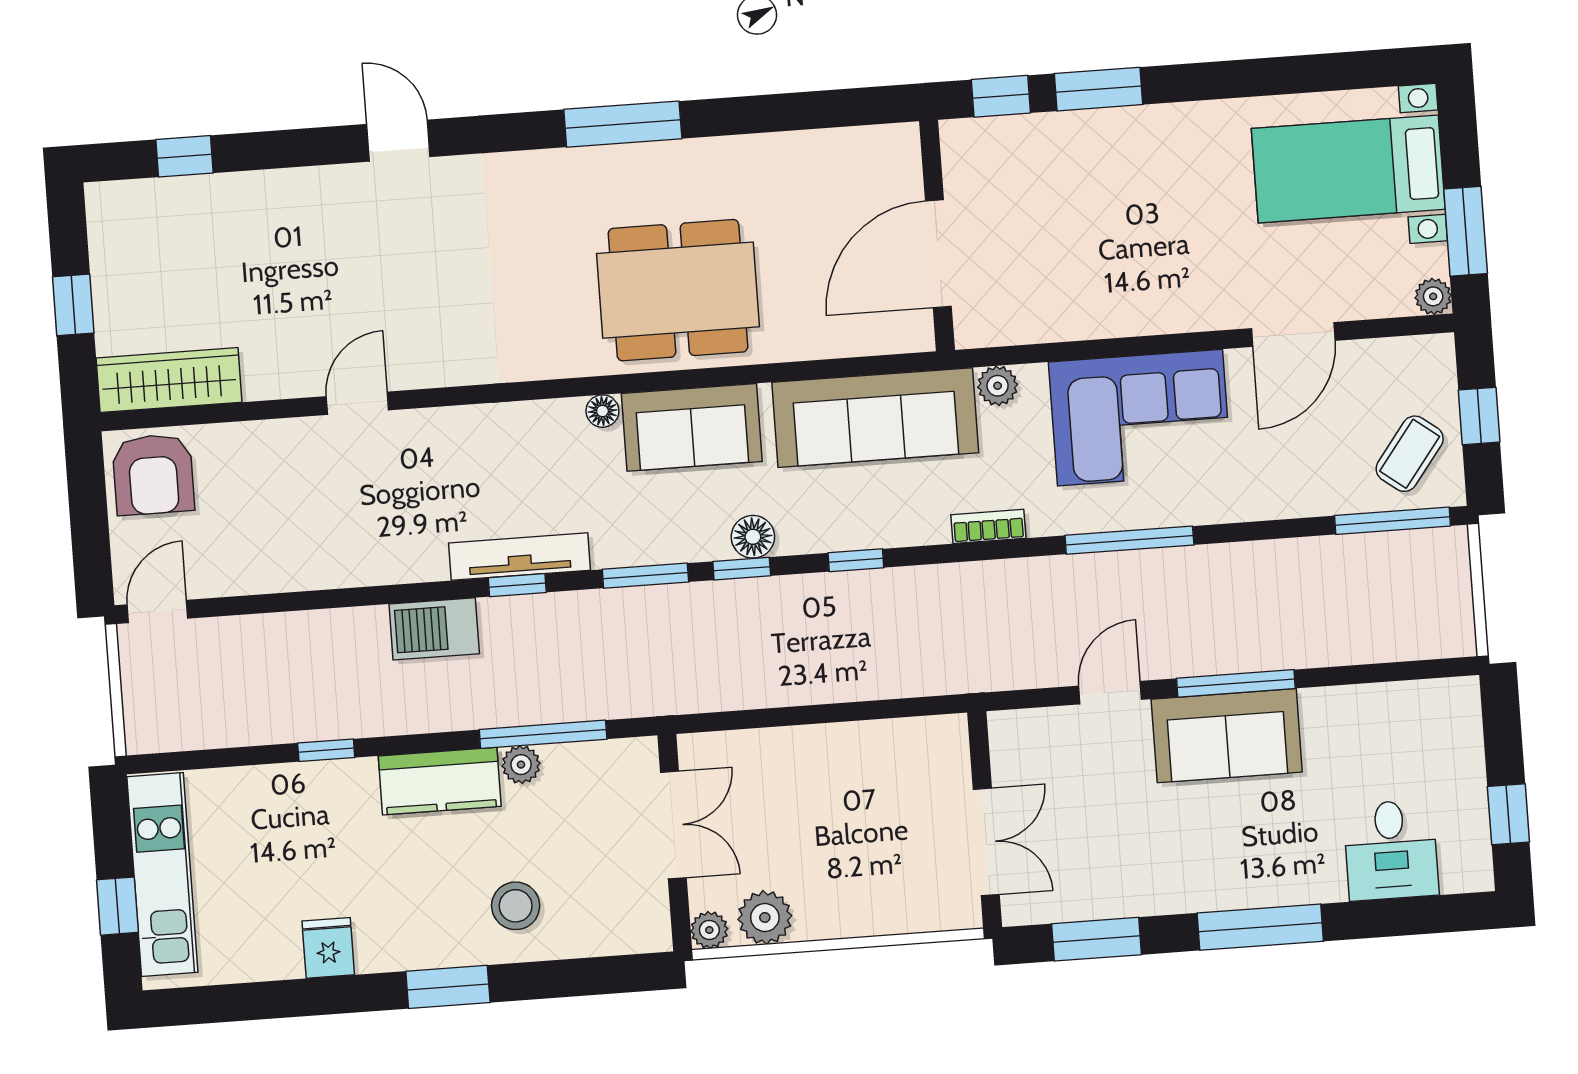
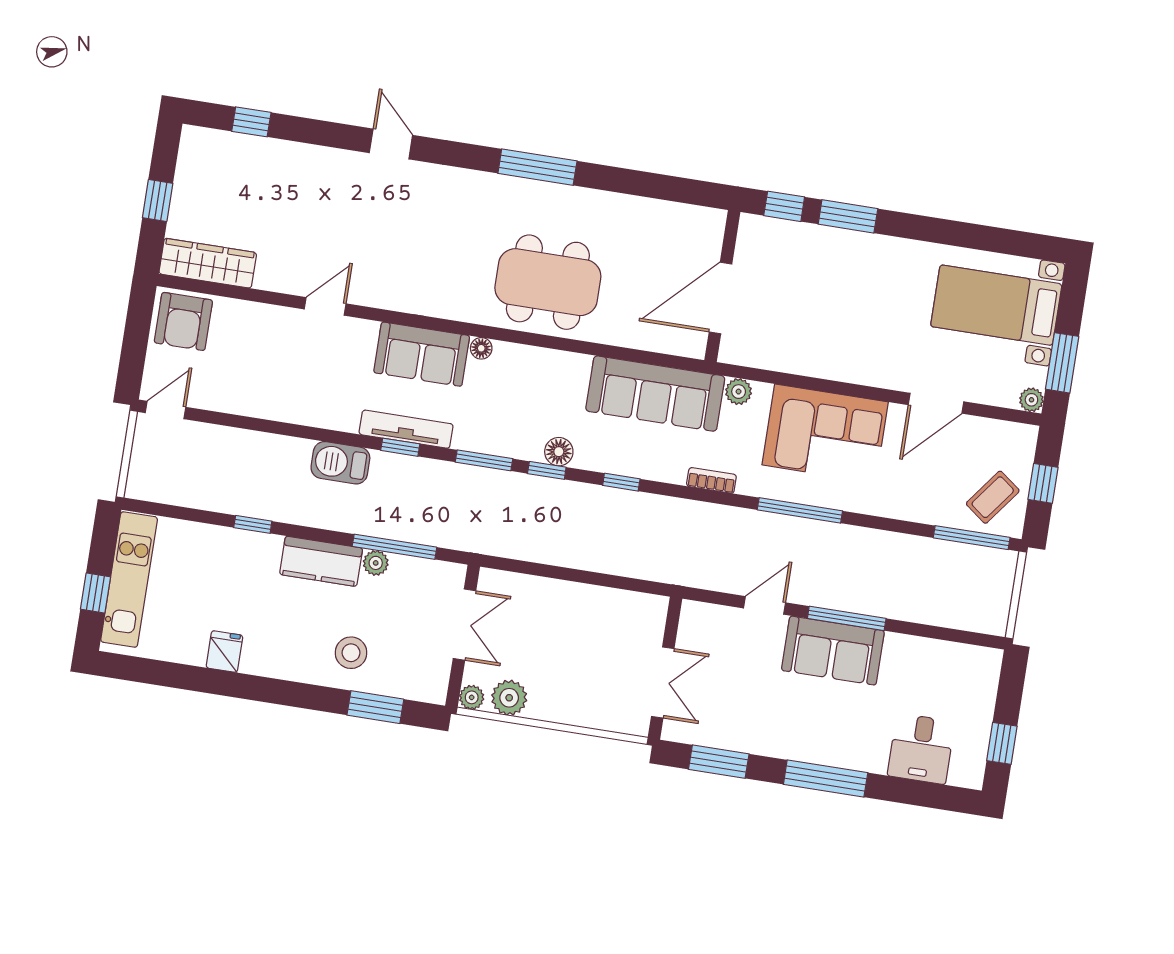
sofa: (692, 427) -> (422, 354), moved
window: (448, 987) -> (375, 707), moved

